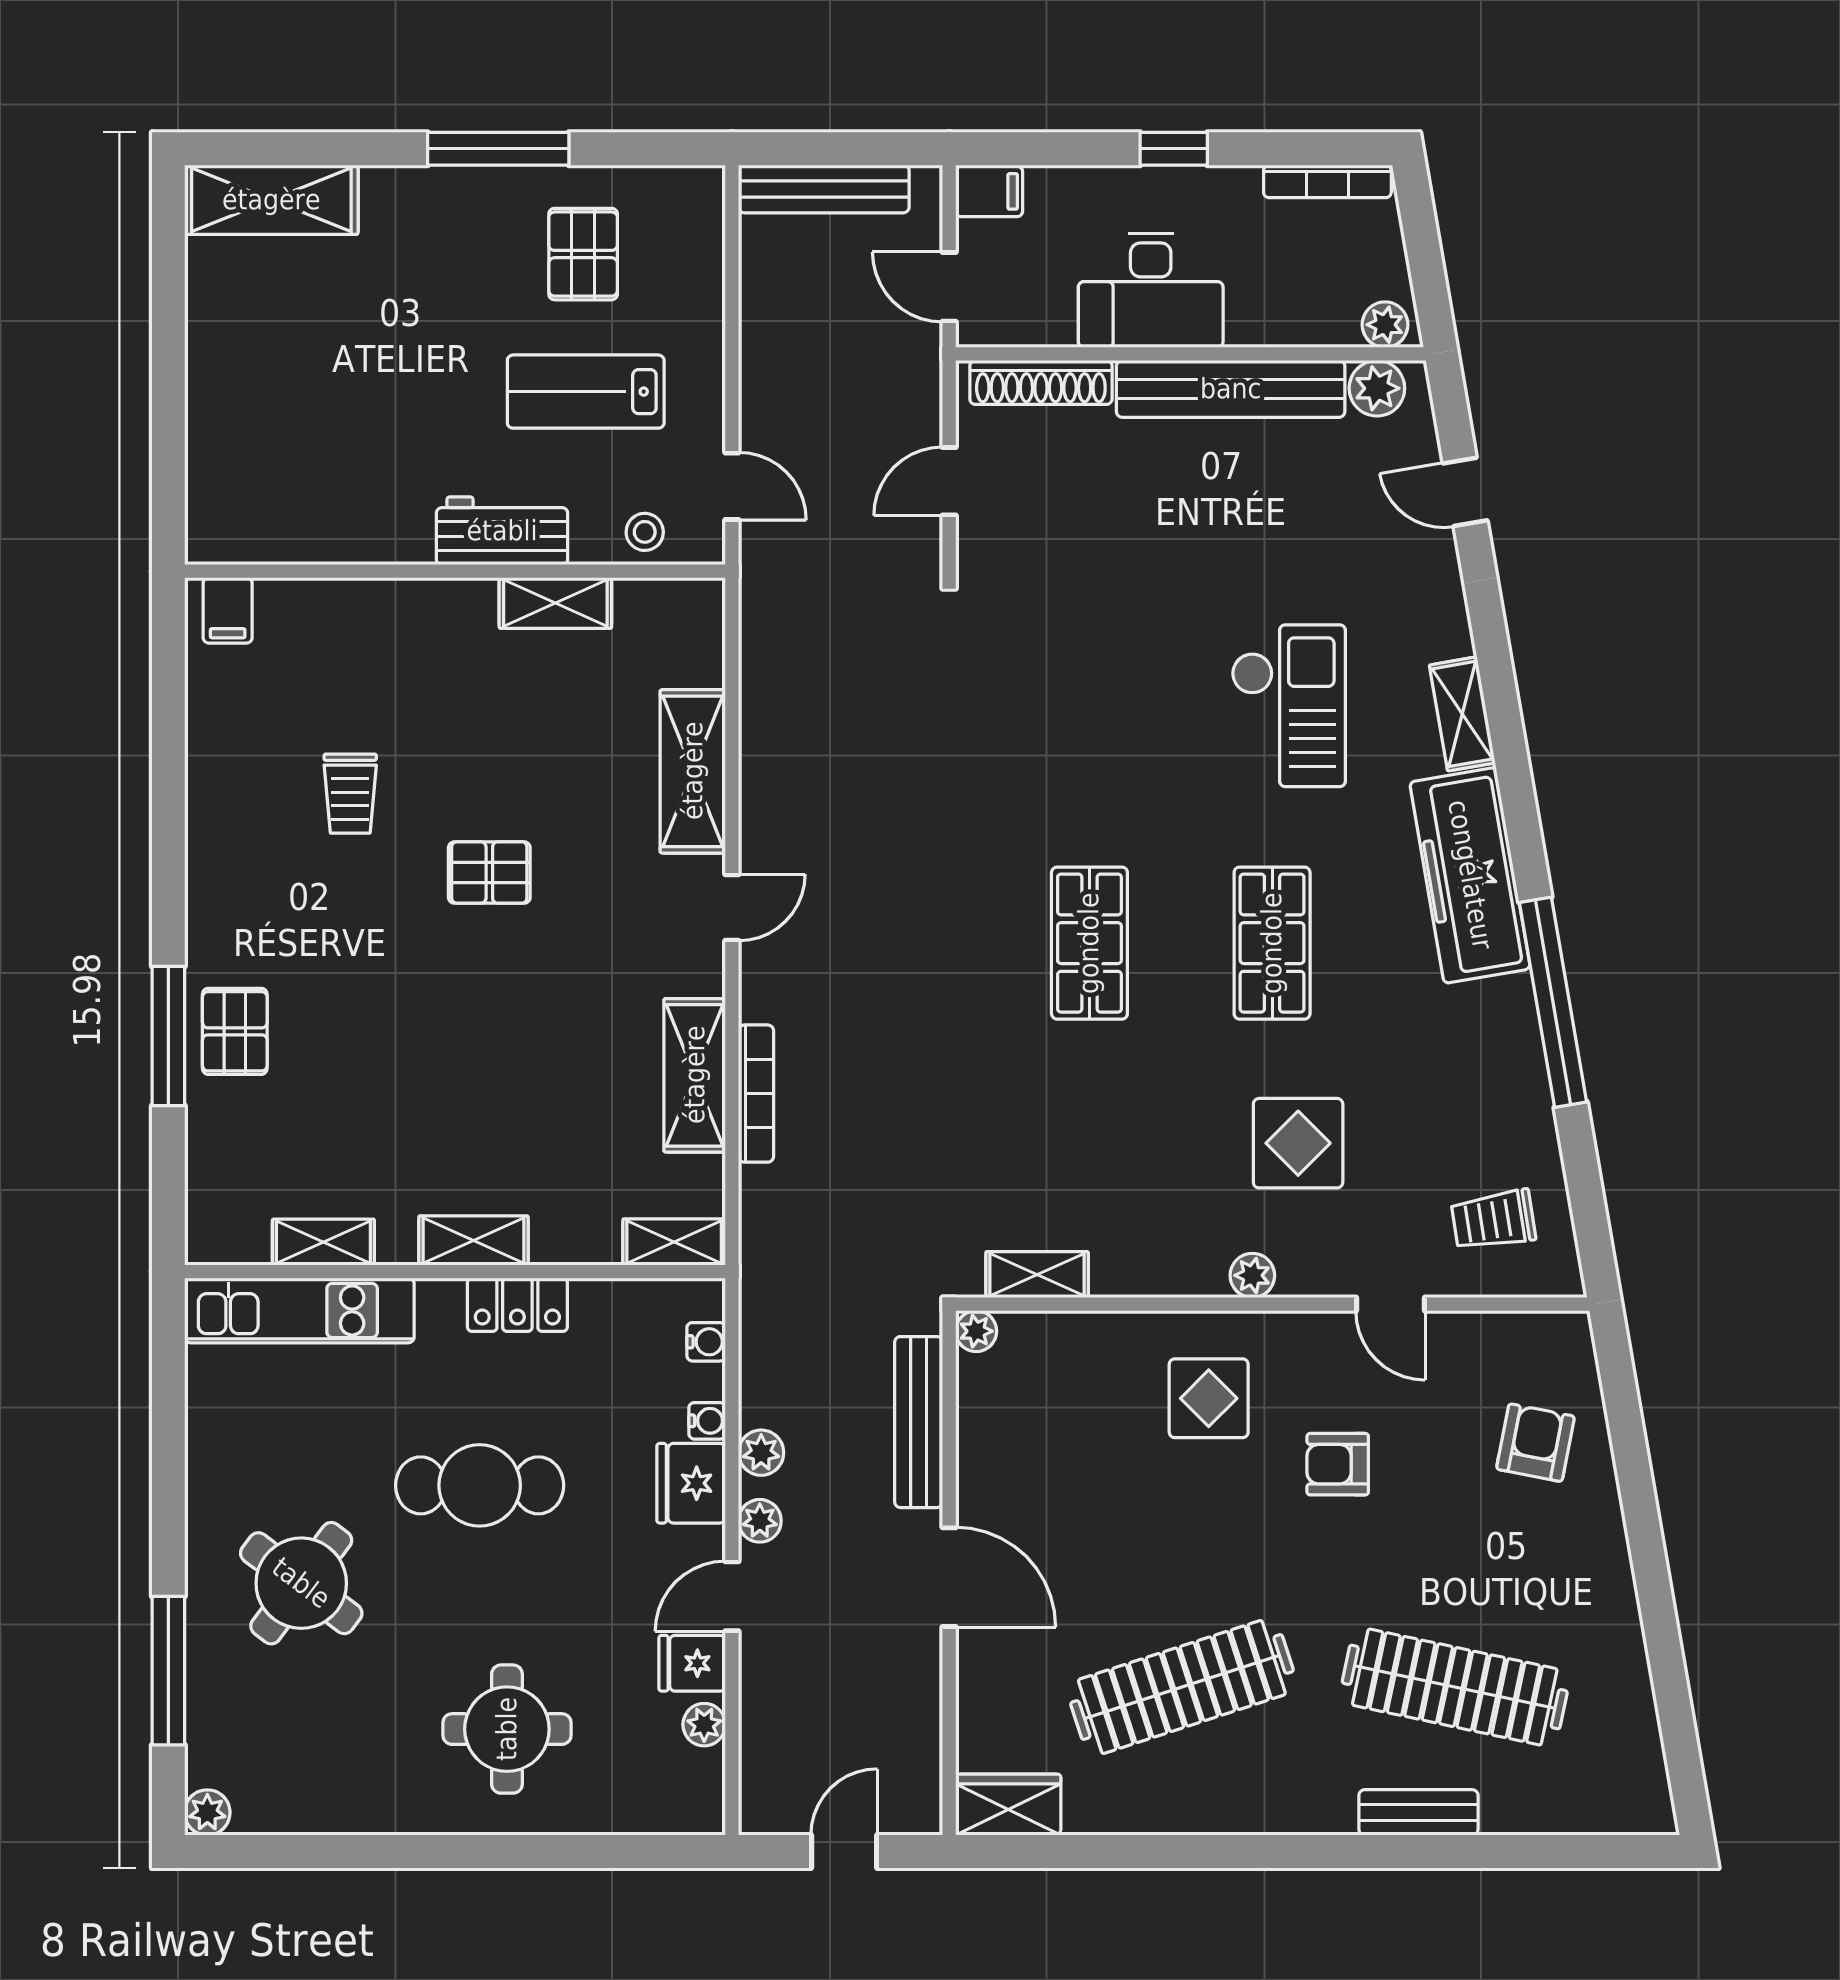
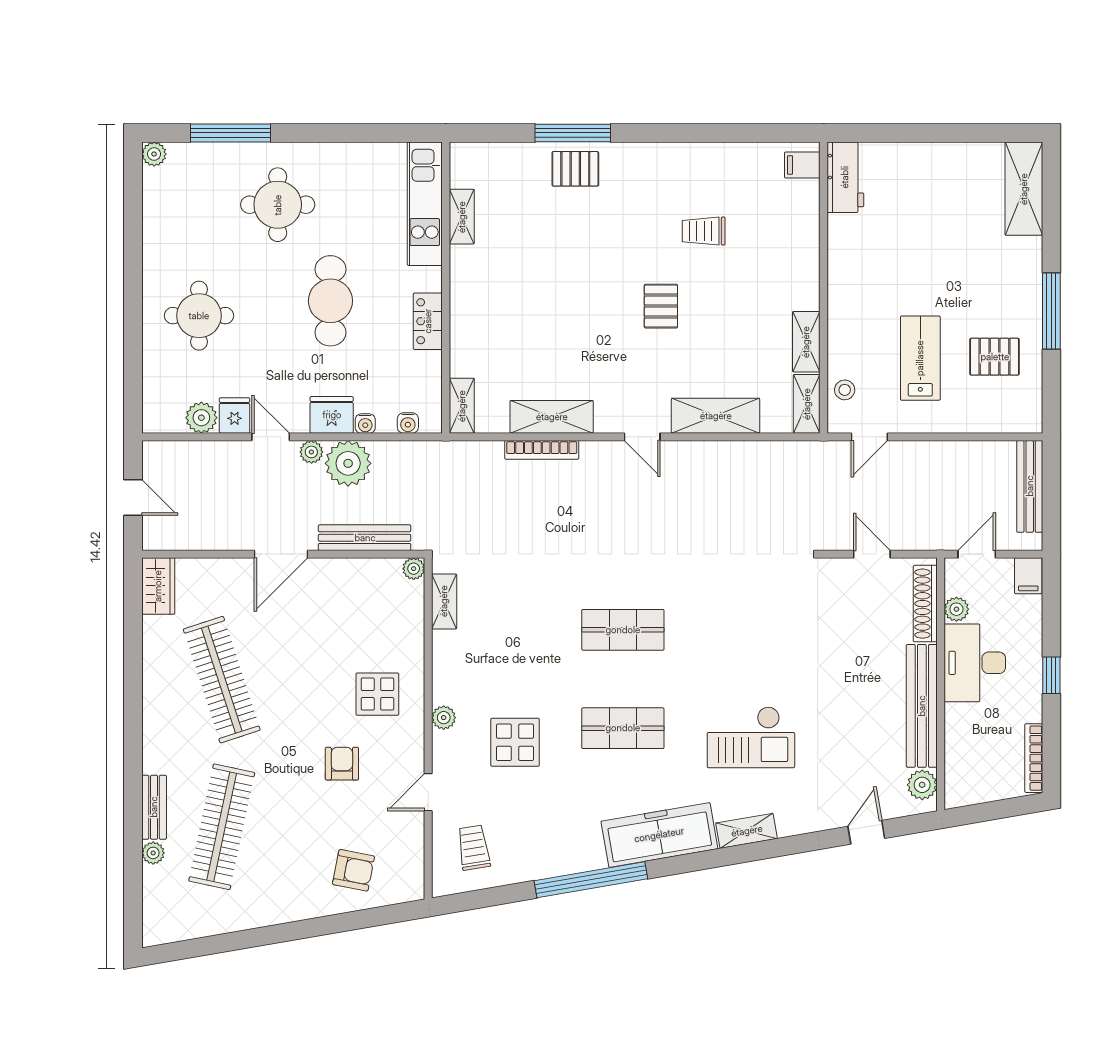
plant: (1385, 325) -> (956, 609), moved
workbench: (502, 531) -> (845, 177), moved
shelving: (473, 1240) -> (807, 404), moved
plant: (761, 1453) -> (348, 463), width x1.88, depth x1.88
round table: (301, 1583) -> (278, 205), turned -37
plant: (704, 1725) -> (201, 418), width x1.38, depth x1.38
plant: (1503, 1814) -> (153, 853), added

